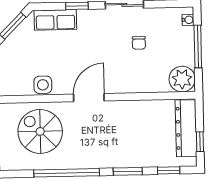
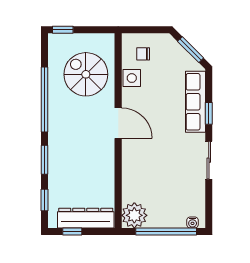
row of seats: (55, 20) -> (195, 102), width x1.48
chair: (139, 43) -> (143, 54), moved
window: (198, 46) -> (166, 232), width x1.46
spiral stairs: (40, 131) -> (86, 74), turned -90

